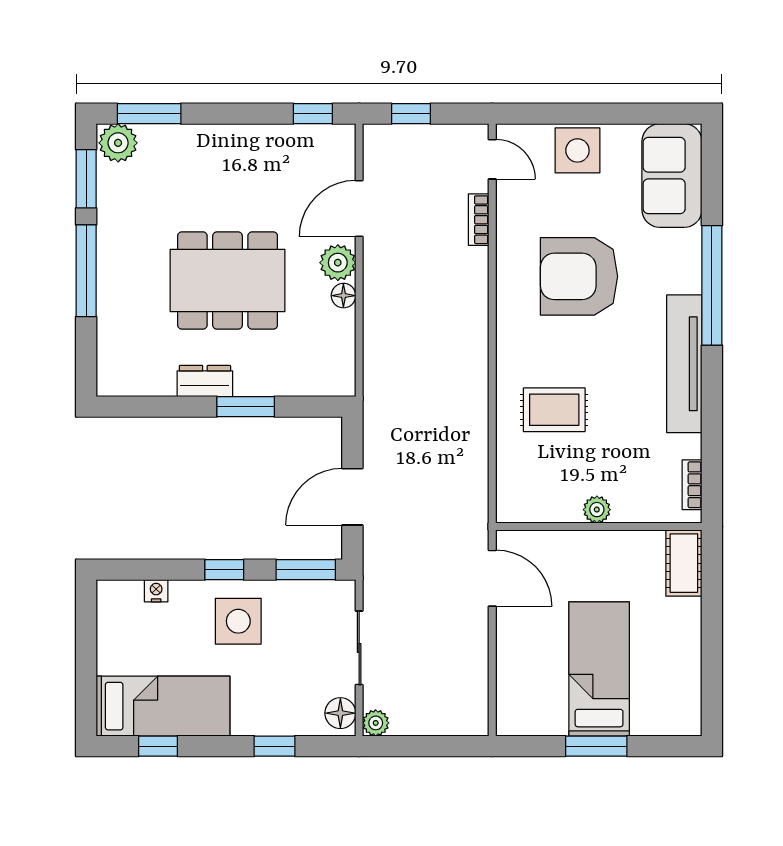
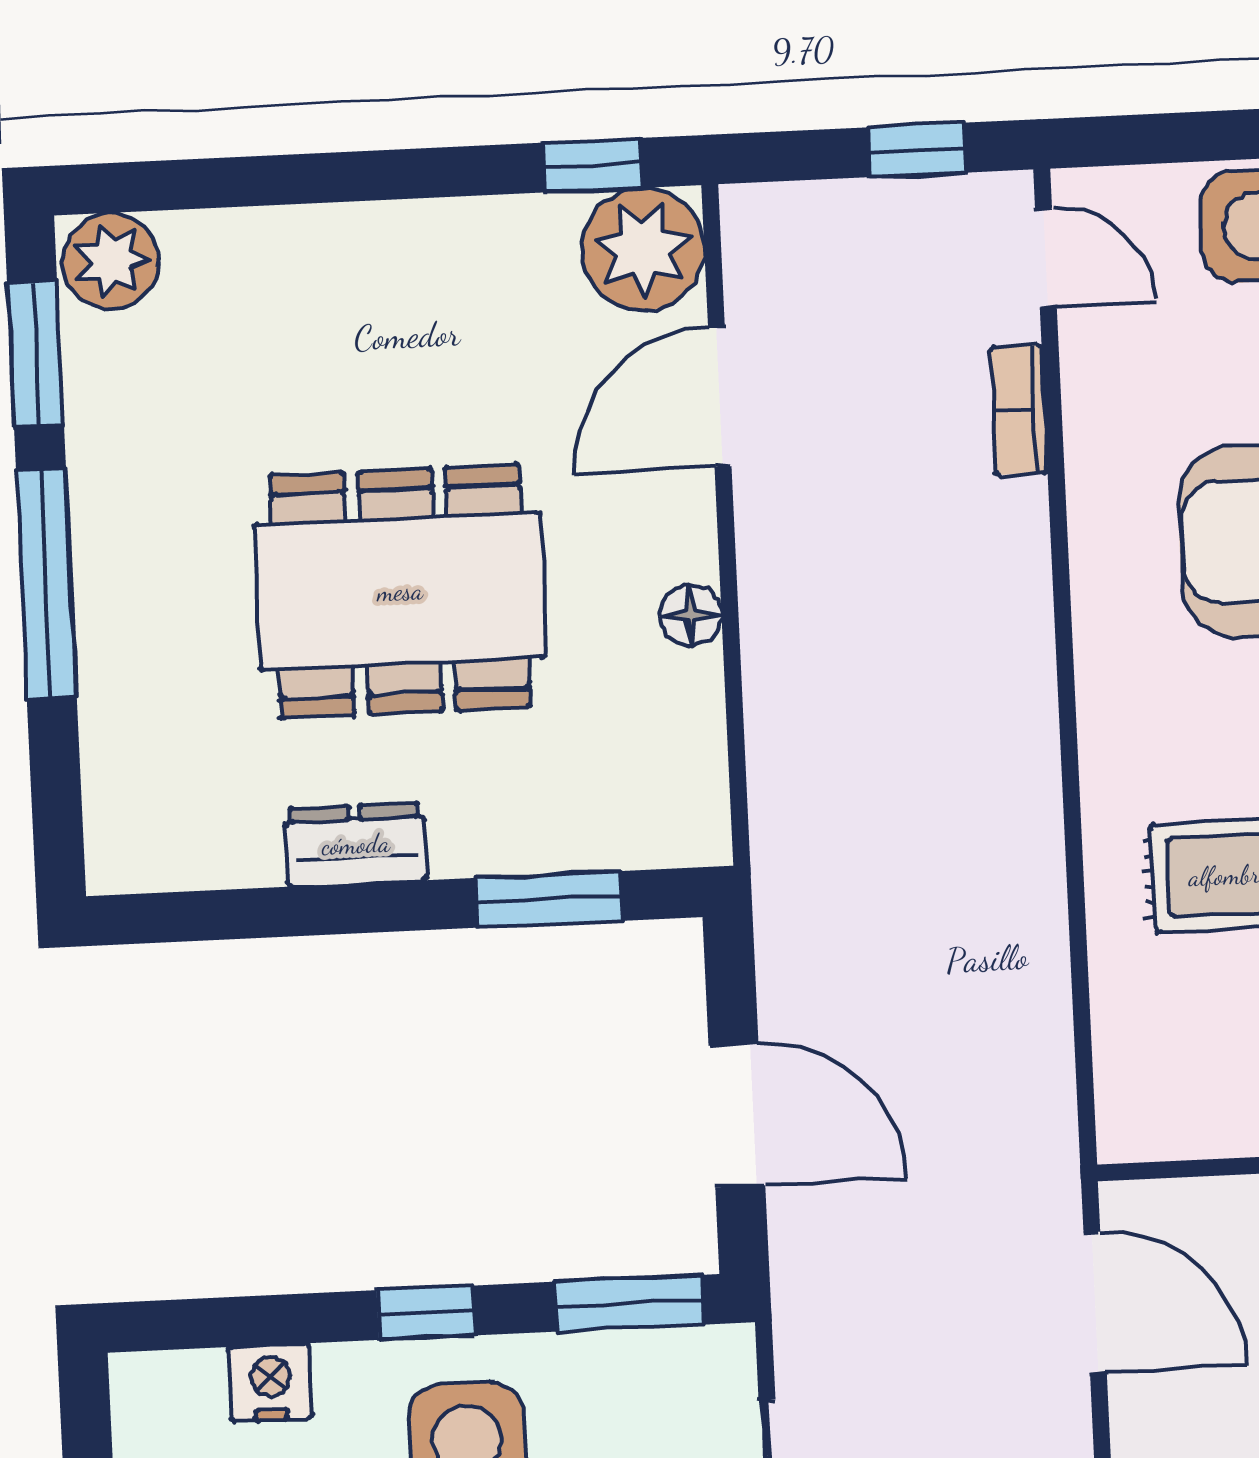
window: (149, 114) -> (185, 184), removed
window: (411, 114) -> (917, 150), moved
plant: (338, 263) -> (643, 249), moved, width x1.36, depth x1.36
window: (246, 407) -> (549, 899), moved
door: (352, 497) -> (737, 1115), swing flipped
nightstand: (156, 591) -> (270, 1383), width x1.39, depth x1.35

